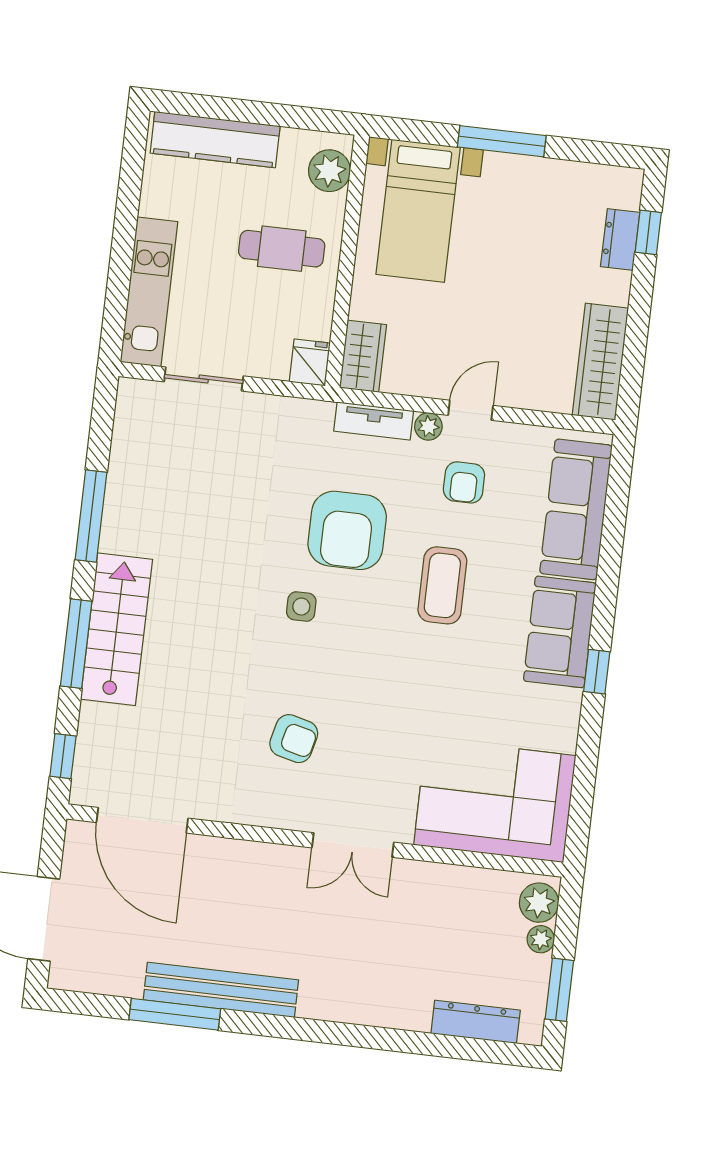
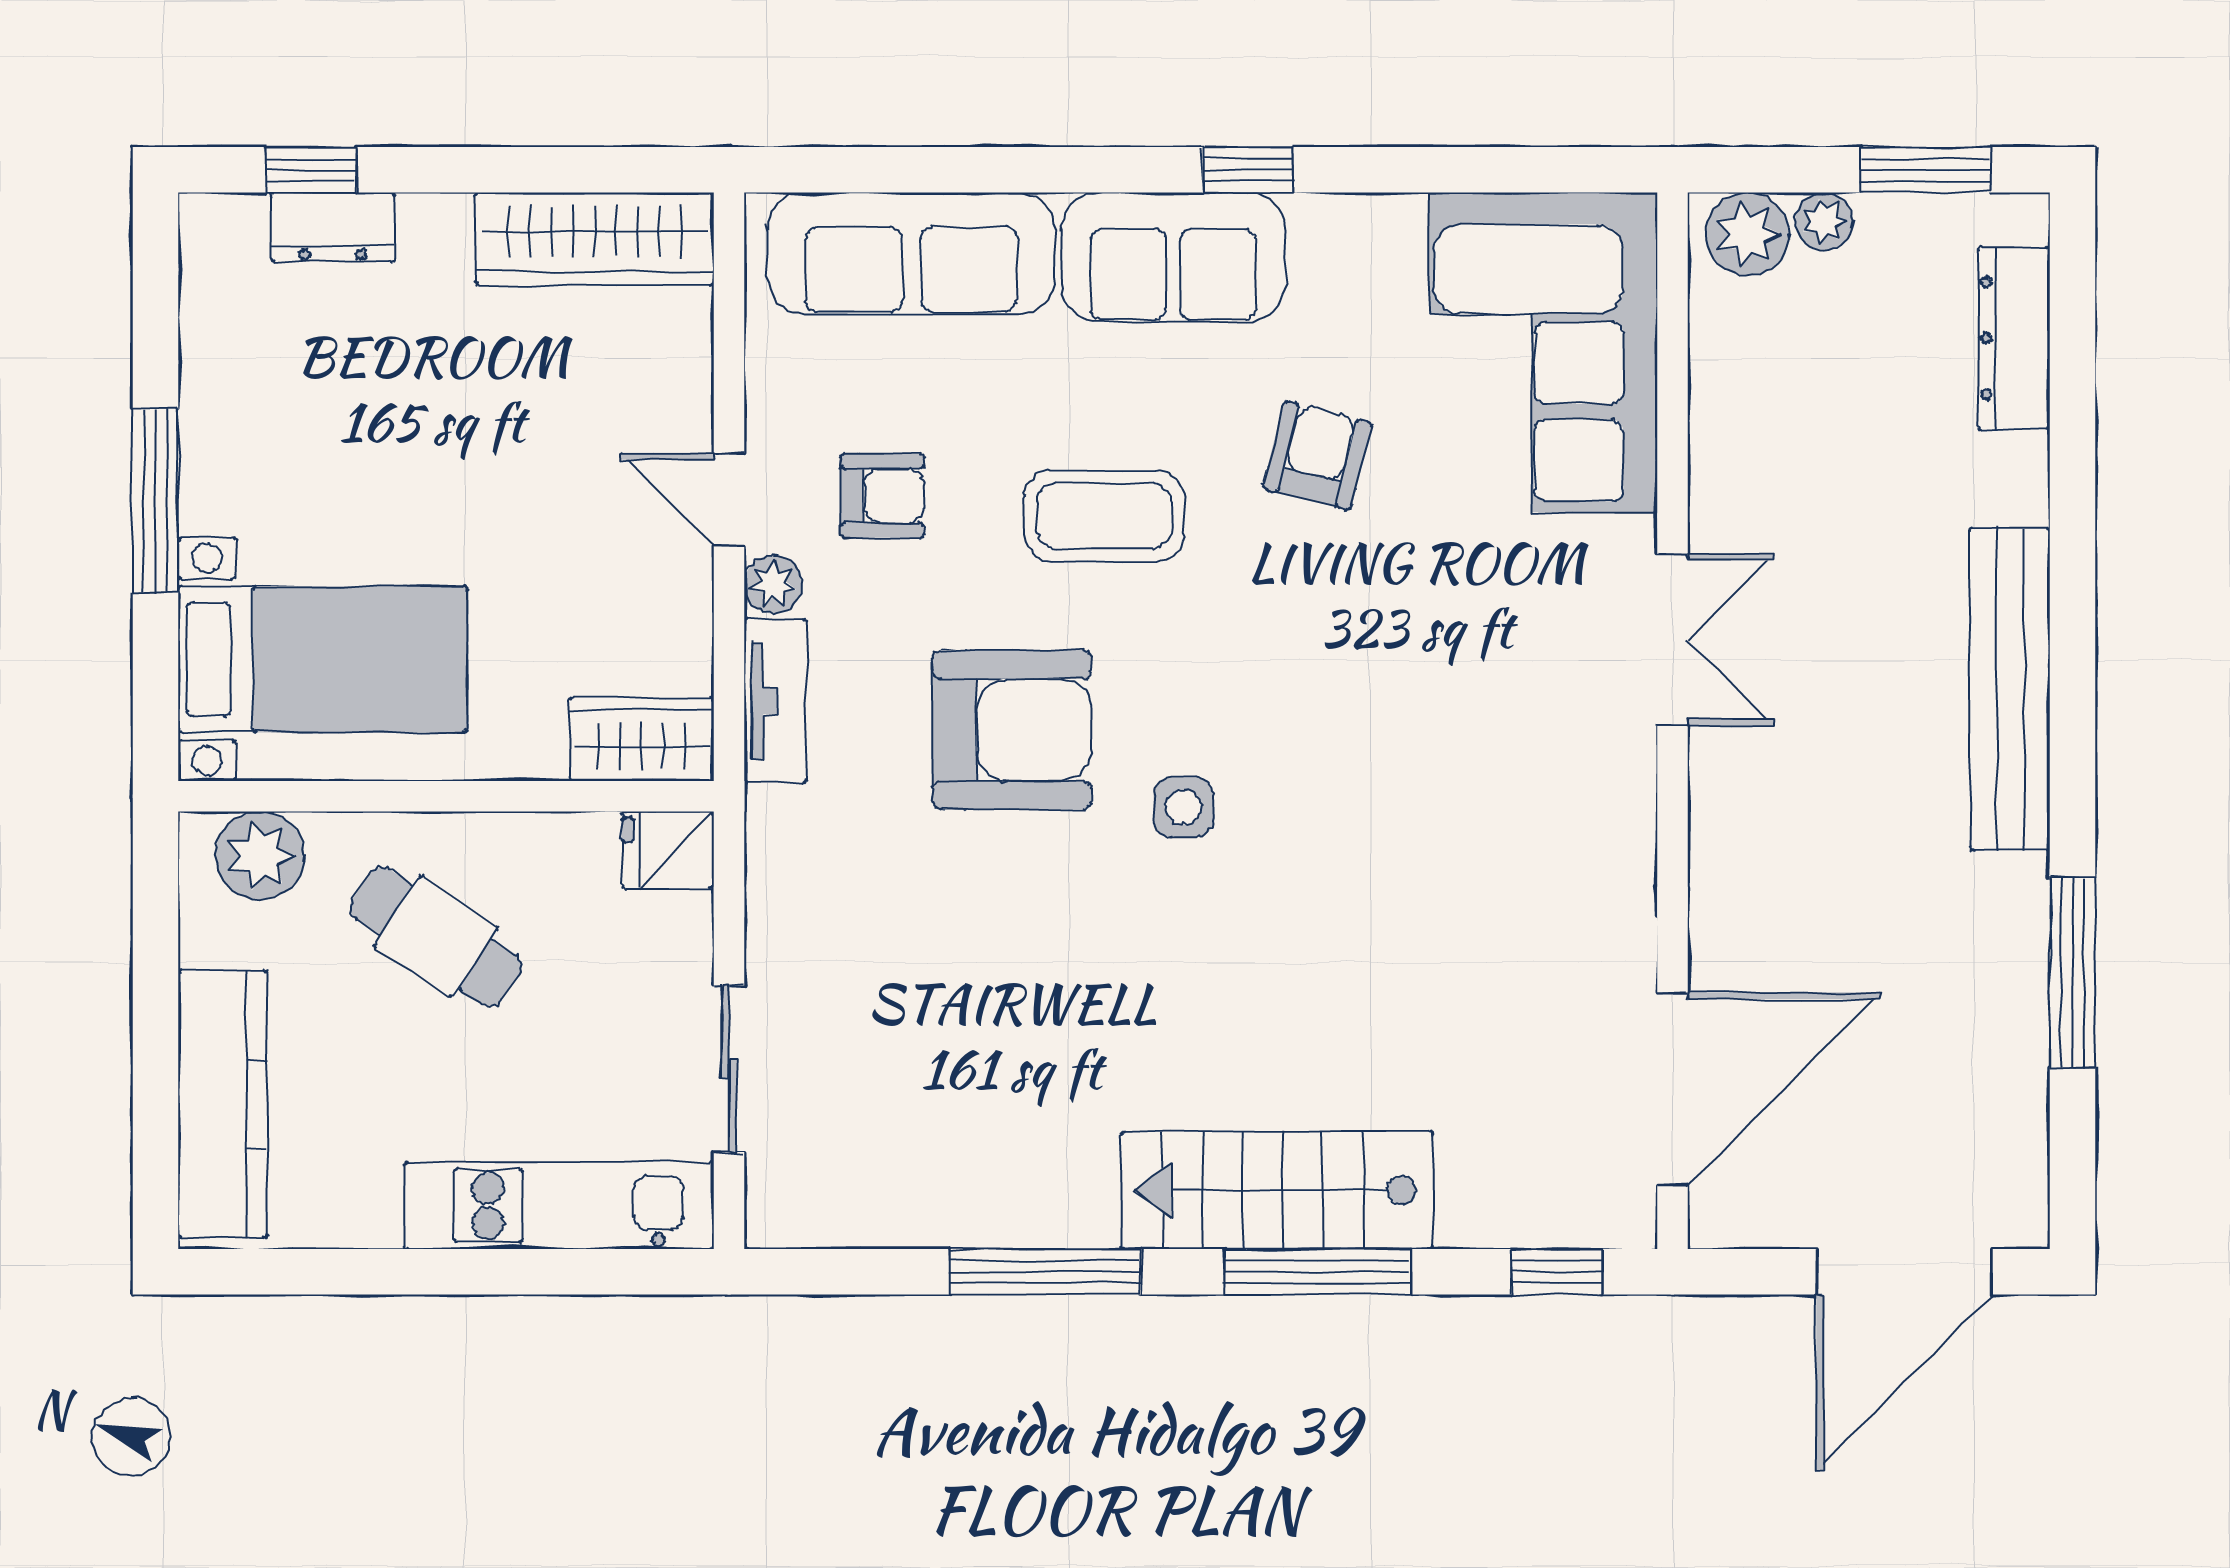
cafe table: (282, 249) -> (436, 937), turned -56
armchair: (294, 739) -> (1317, 455), moved
bench: (221, 990) -> (2010, 689), moved

